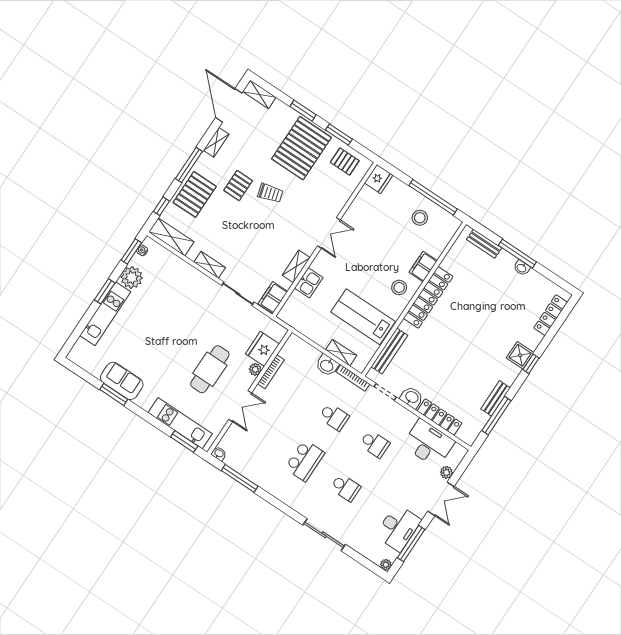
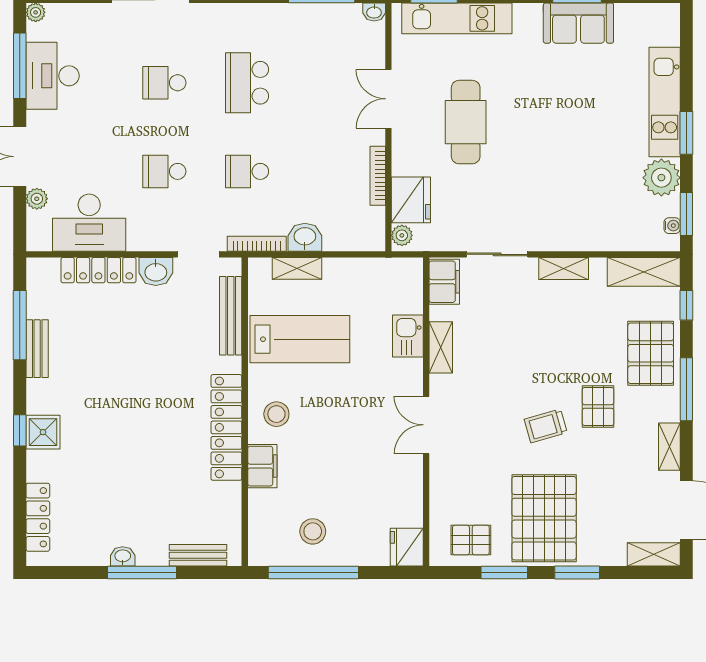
plant: (255, 369) -> (402, 235), moved

